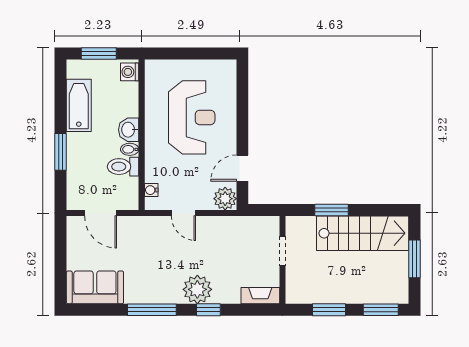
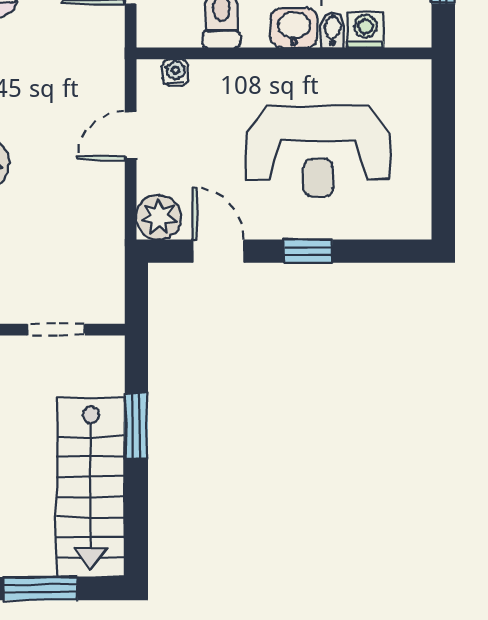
washing machine: (130, 72) -> (366, 30), moved
window: (242, 123) -> (308, 251), added
bidet: (130, 149) -> (333, 30), moved

